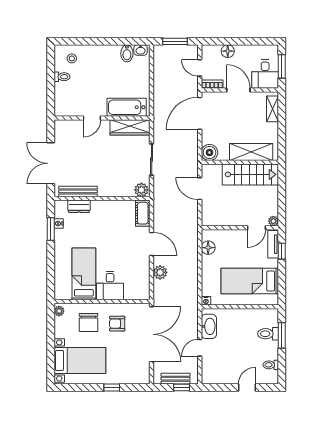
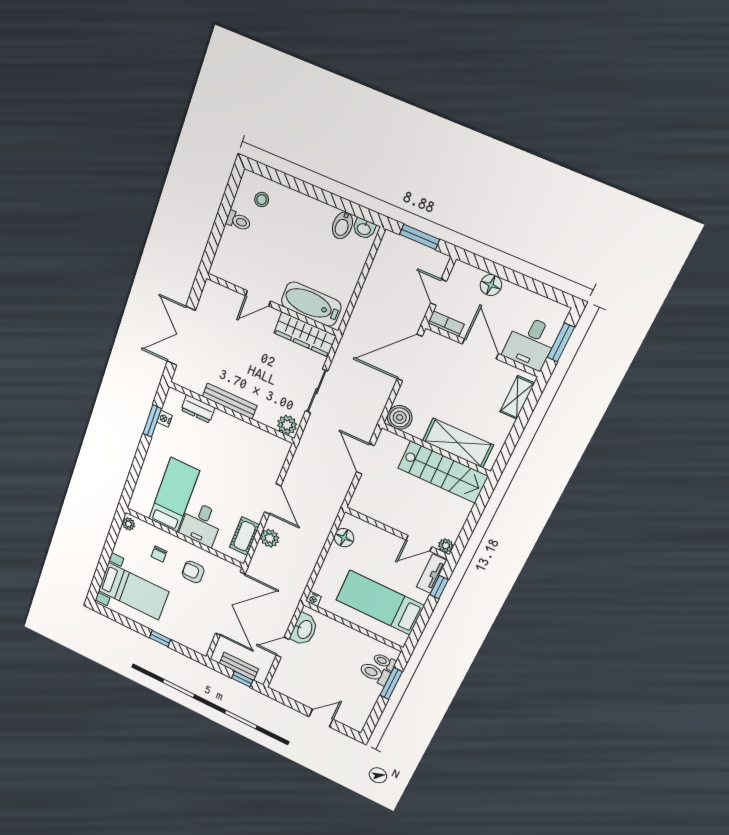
bench: (78, 191) -> (230, 401), moved
cot: (143, 213) -> (245, 536), moved
chair: (89, 323) -> (159, 554), width x0.54, depth x0.54
toilet: (271, 365) -> (385, 662), moved

